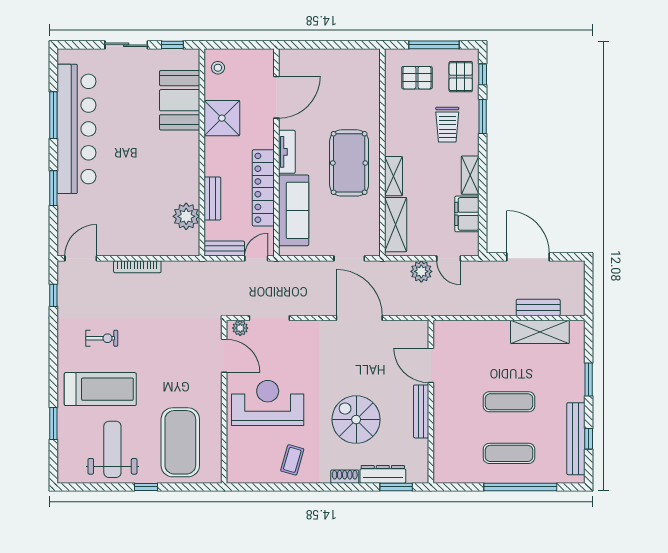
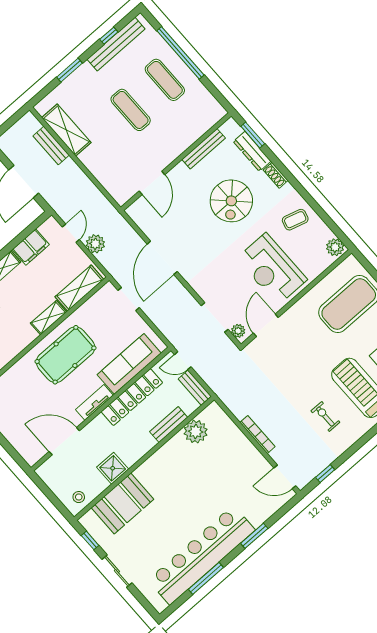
shower: (222, 118) -> (113, 468), width x0.73, depth x0.73
bench: (421, 411) -> (204, 149), moved
plant: (239, 473) -> (335, 247), added

